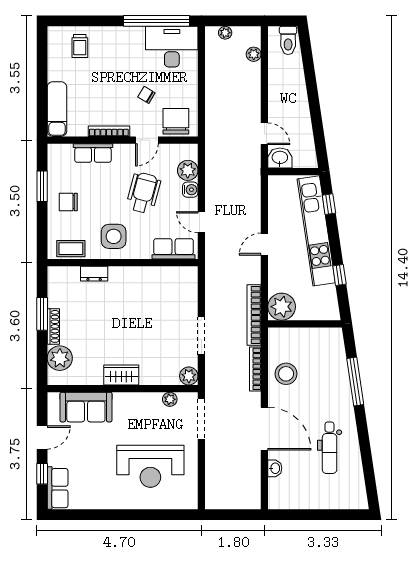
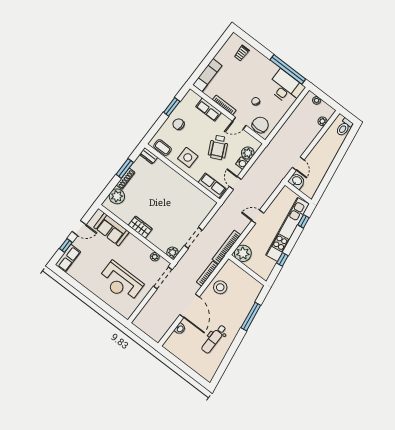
wheelchair: (143, 193) -> (218, 147), turned 139
dresser: (94, 274) -> (148, 156), moved

